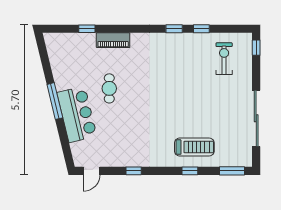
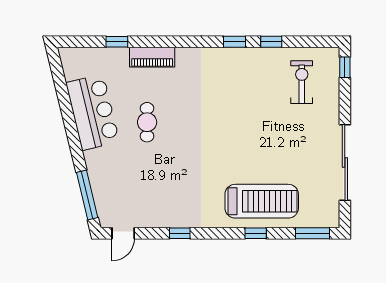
window: (55, 101) -> (87, 195), moved
bar counter: (77, 114) -> (93, 112), moved
treadmill: (194, 147) -> (262, 201), width x1.37, depth x1.38

